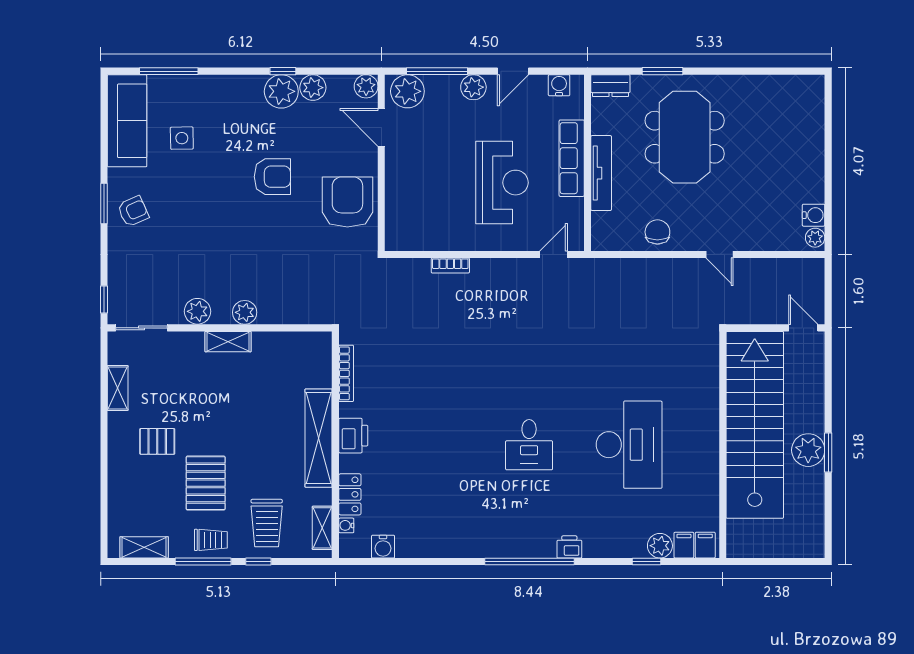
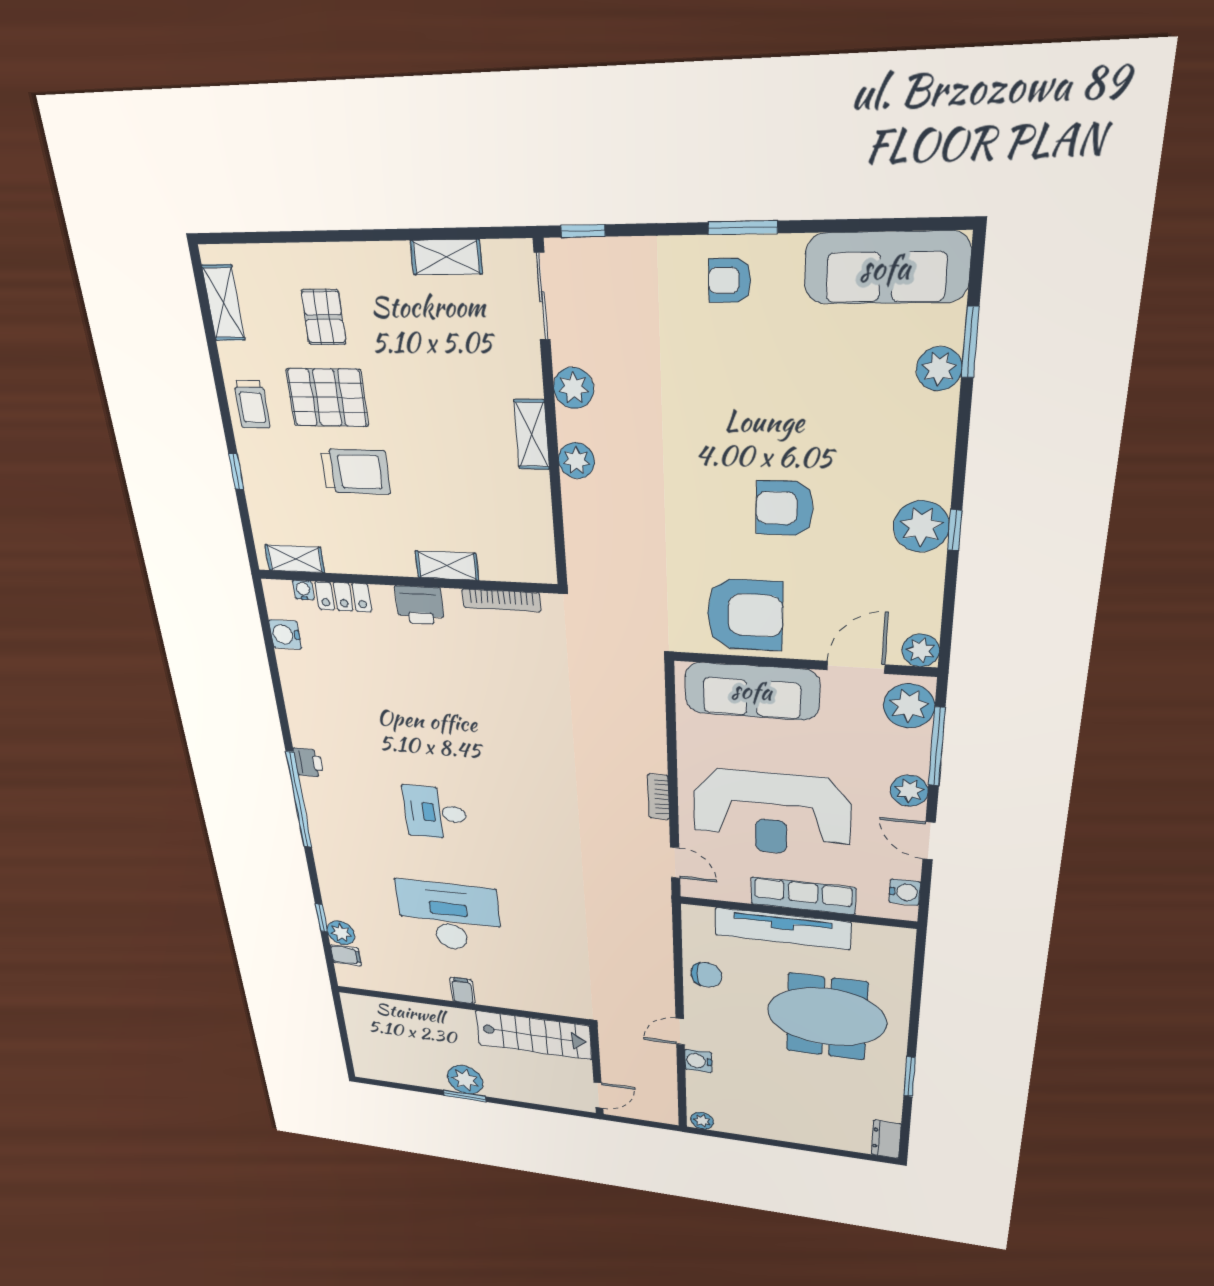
window: (169, 71) -> (970, 342), width x0.69
window: (663, 71) -> (910, 1077), moved
dresser: (610, 86) -> (886, 1139), moved
plant: (313, 88) -> (939, 369), moved
side table: (182, 138) -> (852, 364), removed
tv unit: (601, 173) -> (782, 929), width x1.36, depth x1.29
armchair: (272, 177) -> (785, 508), turned 90
reception desk: (502, 183) -> (771, 813), width x1.36, depth x1.30
sofa: (404, 197) -> (752, 691), added
armchair: (133, 211) -> (730, 280), turned 114
water cooler: (814, 215) -> (698, 1061), moved, turned 90
bookcase: (450, 266) -> (659, 797), moved
stairs: (755, 425) -> (534, 1035), width x0.54, depth x0.66
shelving: (319, 438) -> (447, 565), width x0.45, depth x0.75
pallet: (157, 441) -> (323, 317), moved
desk: (629, 445) -> (449, 916), turned 180
trolley: (267, 523) -> (356, 472), moved, turned 180
filing cabinet: (705, 545) -> (462, 991), moved, turned -90
printer: (569, 547) -> (308, 763), moved
window: (203, 562) -> (221, 393), removed

